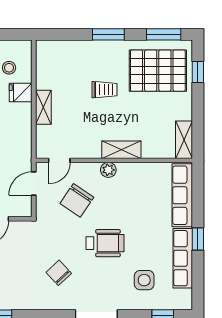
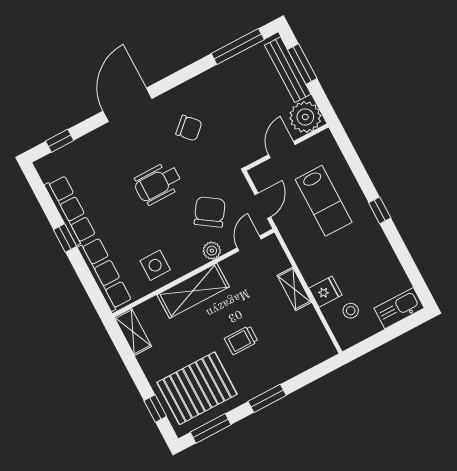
shelving: (121, 150) -> (193, 291), width x1.50, depth x1.33
plant: (108, 170) -> (212, 251), moved
side table: (144, 280) -> (155, 265), moved

